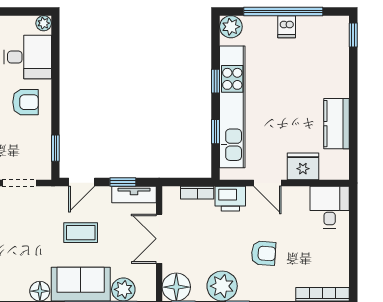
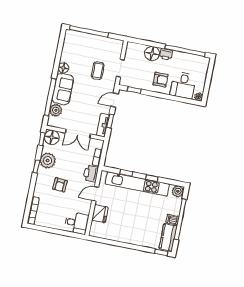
armchair: (25, 102) -> (161, 80), turned -90
kitchen counter: (337, 124) -> (168, 237), moved, turned -90
door: (82, 182) -> (114, 100), hinge flipped
coffee table: (81, 233) -> (98, 71), moved
double door: (159, 239) -> (78, 133), swing flipped

